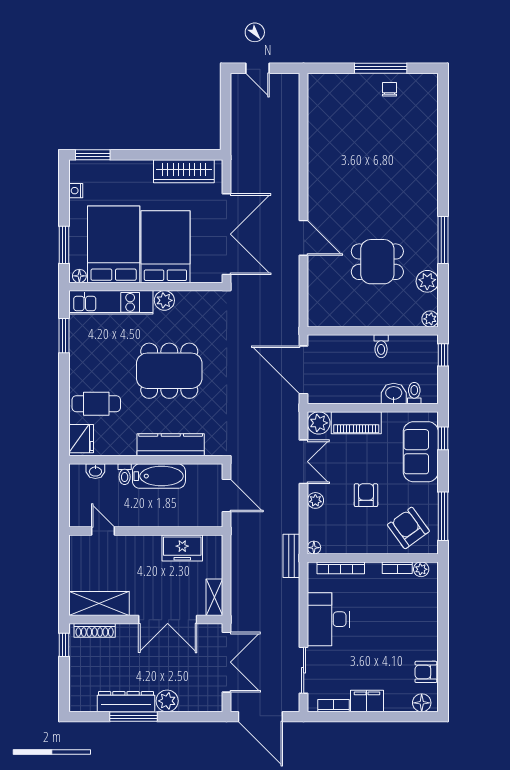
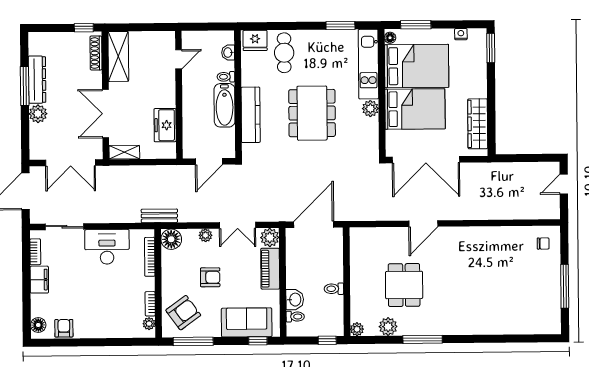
chair: (389, 89) -> (543, 244), moved
floor lamp: (314, 548) -> (171, 239), width x1.89, depth x1.89

